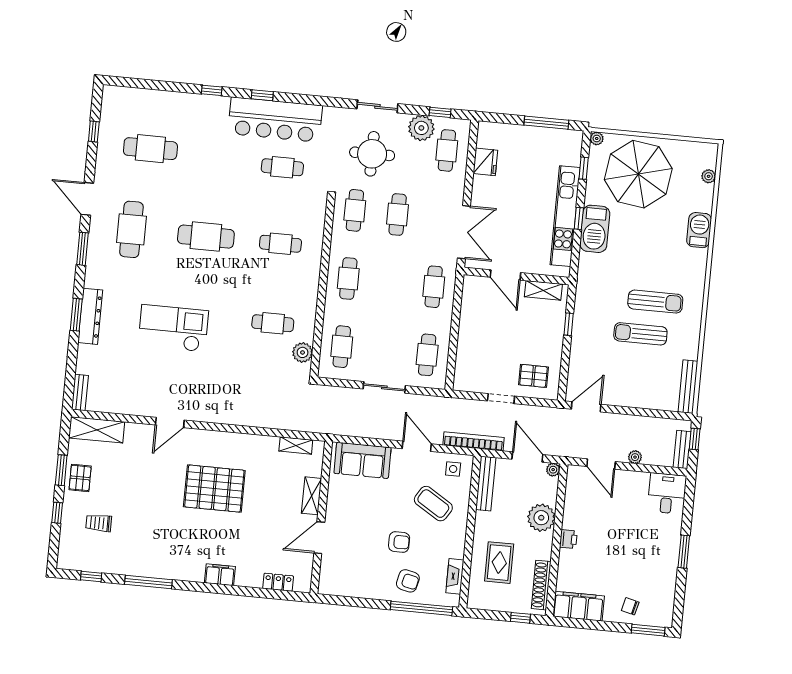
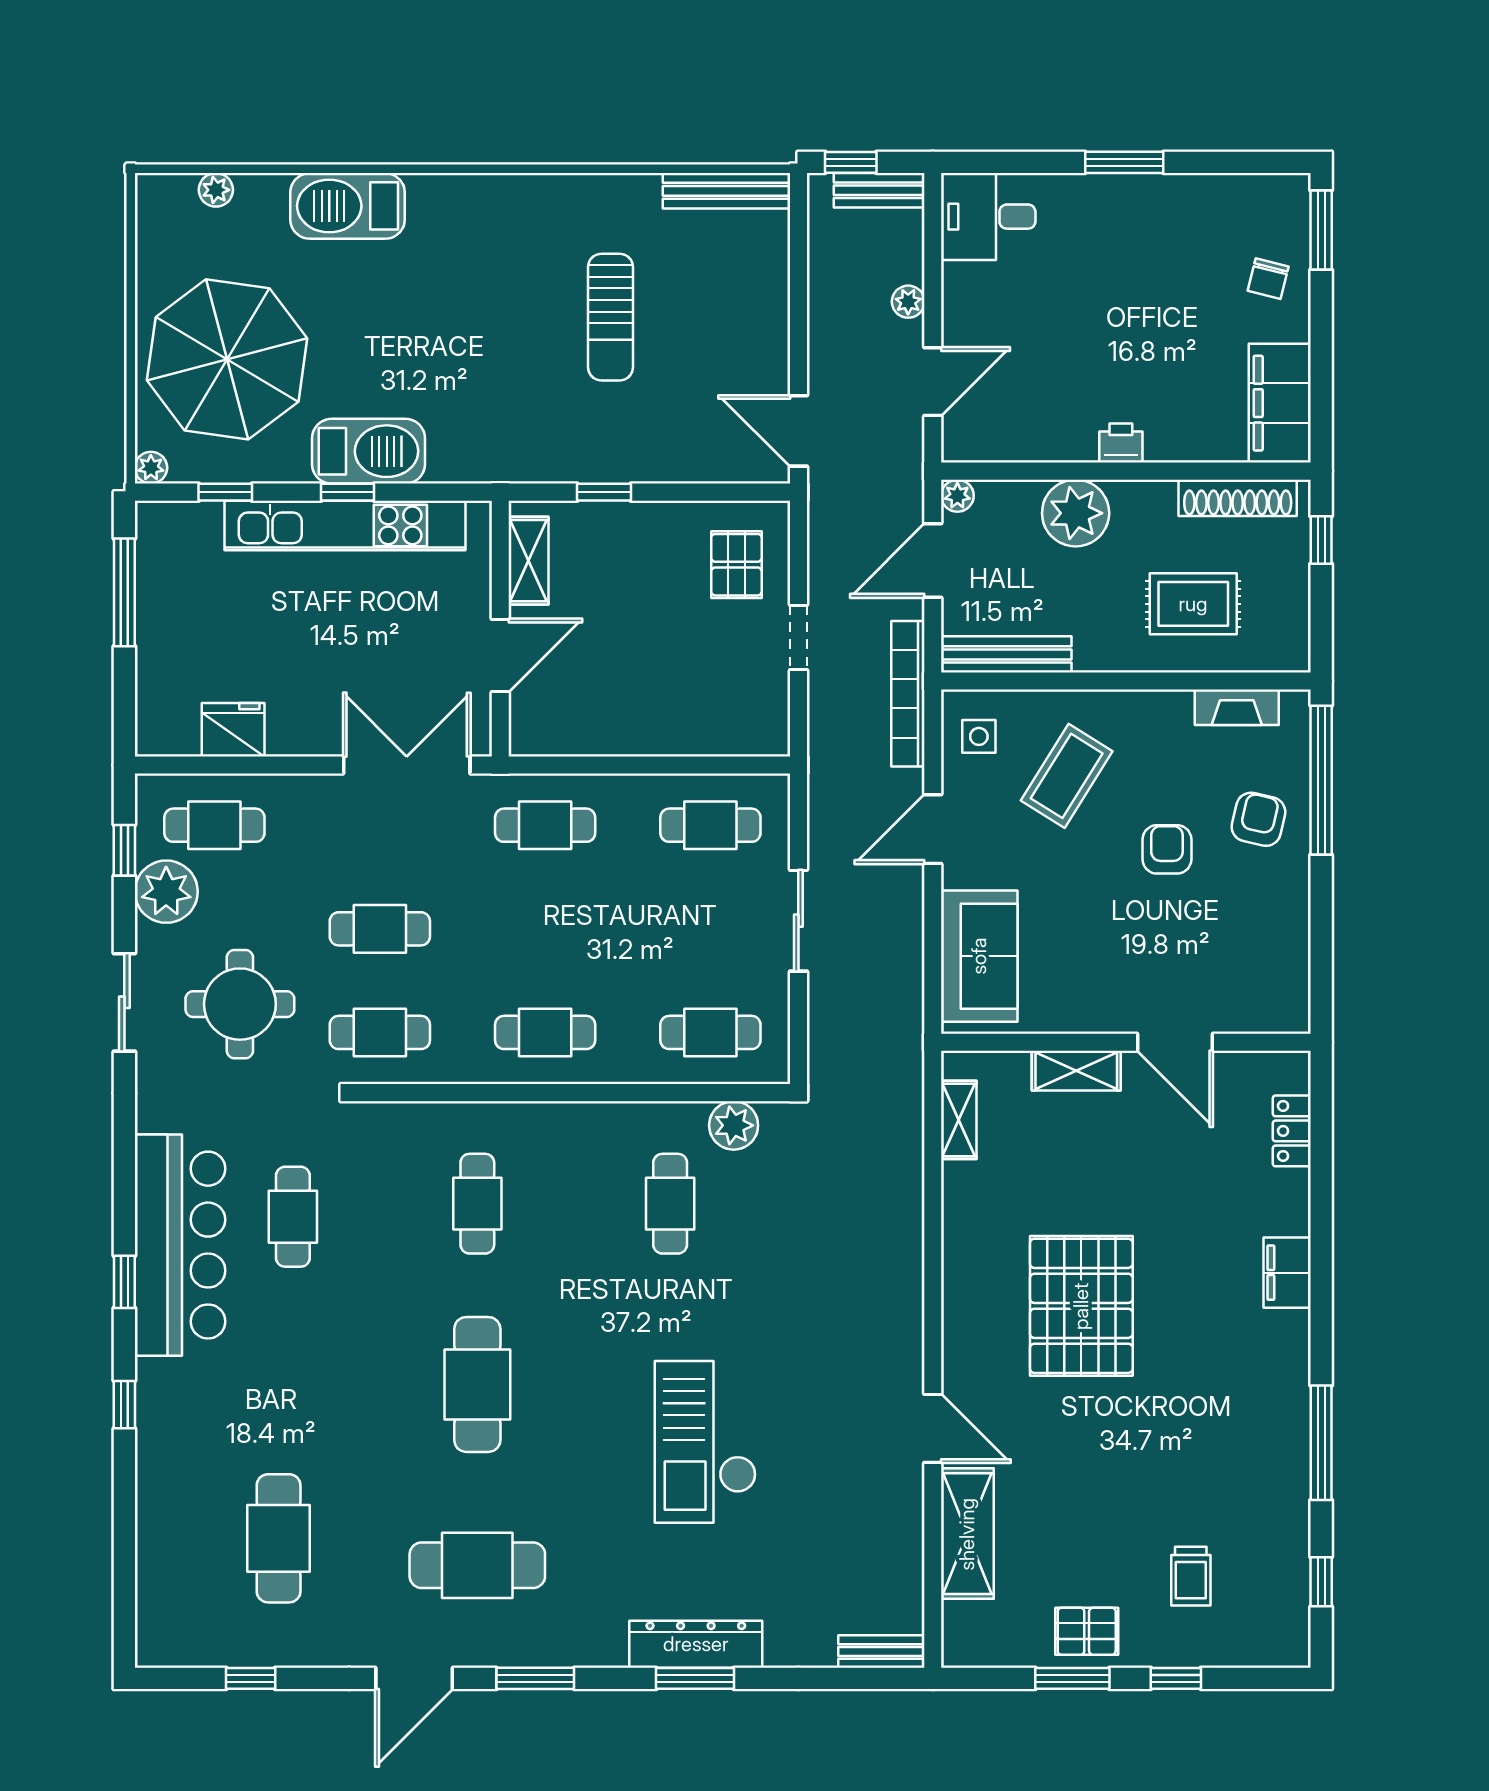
barbecue: (699, 230) -> (348, 206), width x1.37, depth x1.21
sun lounger: (655, 302) -> (529, 289), removed
shelving: (97, 430) -> (967, 1534), moved

